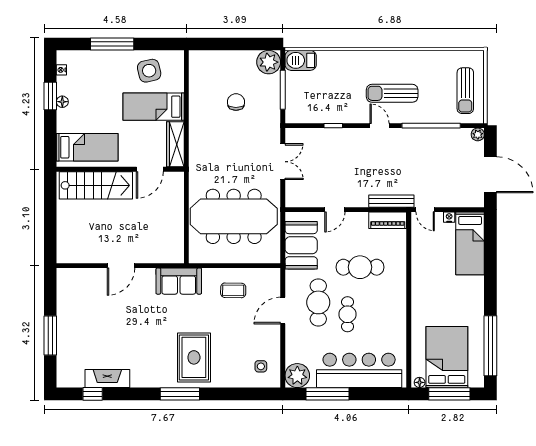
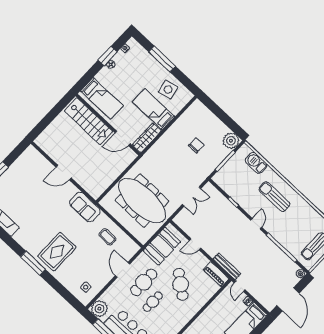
barbecue: (301, 60) -> (256, 163), moved
sun lounger: (392, 93) -> (274, 197), moved
cafe table: (360, 267) -> (181, 284), turned 37
door: (283, 311) -> (122, 270), hinge flipped

